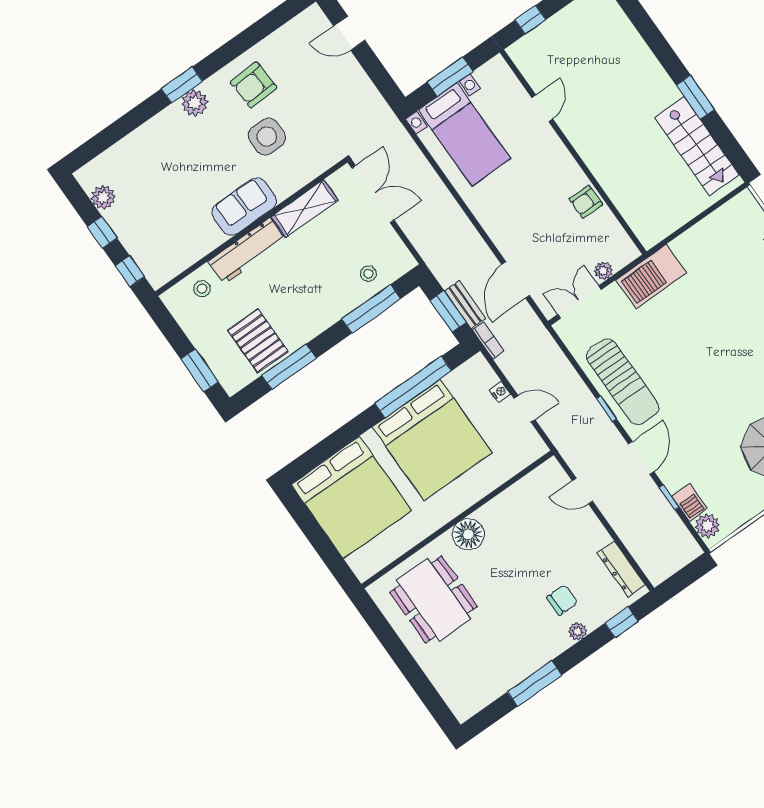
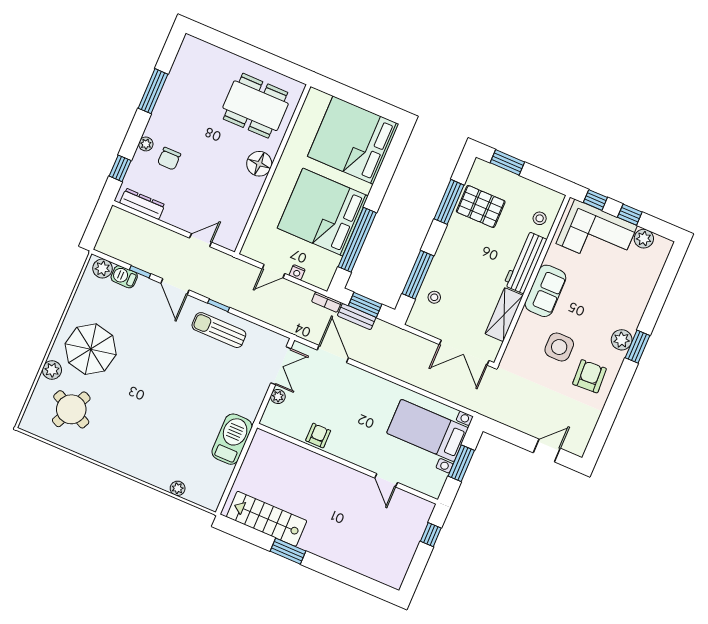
corner sofa: (151, 233) -> (597, 235), added
barbecue: (651, 276) -> (232, 439), moved
sun lounger: (623, 382) -> (219, 330), width x0.73, depth x0.75

